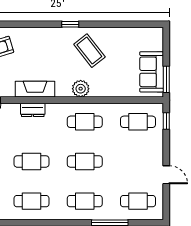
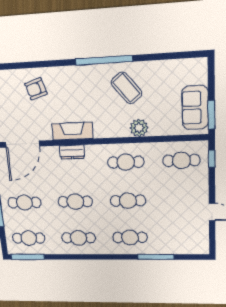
window: (70, 24) -> (104, 60), width x3.17
plant: (81, 89) -> (139, 128), moved
cafe table: (138, 201) -> (183, 237), removed

